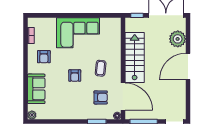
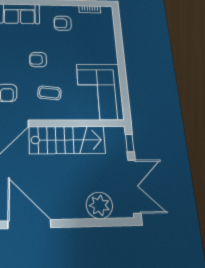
corner sofa: (78, 33) -> (100, 92), moved
door: (188, 67) -> (29, 224), moved

